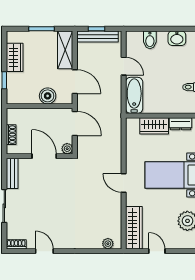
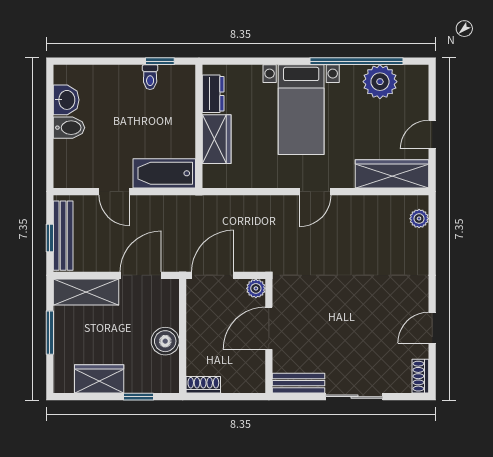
bidet: (150, 40) -> (69, 128), moved
door: (124, 66) -> (114, 192), swing flipped
boiler: (48, 96) -> (165, 341), moved
shoe rack: (11, 135) -> (203, 385), moved

